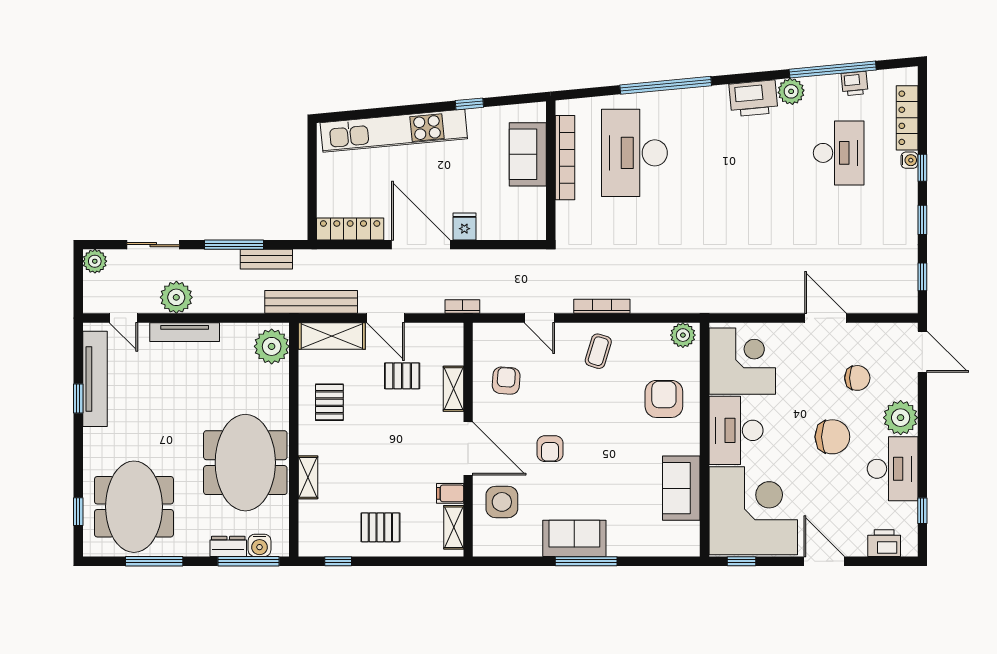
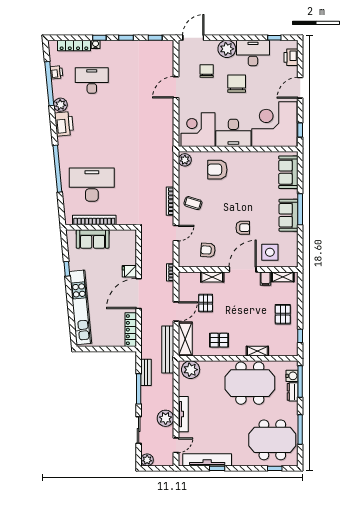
desk: (634, 153) -> (92, 185), turned 180
sofa: (681, 488) -> (288, 172), moved, turned 90

